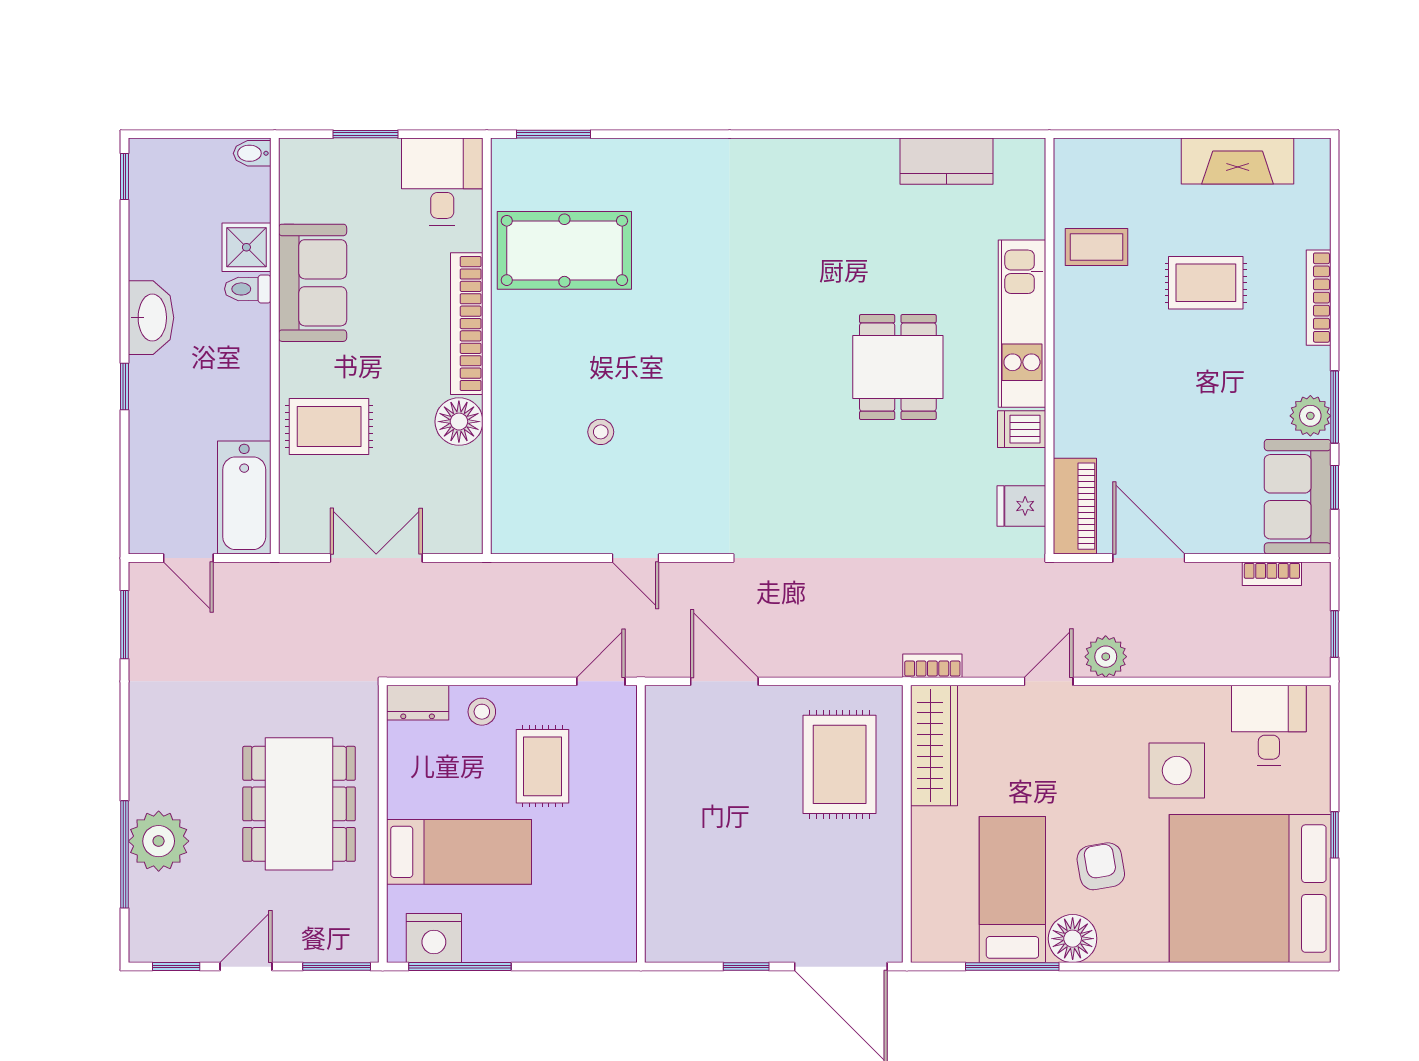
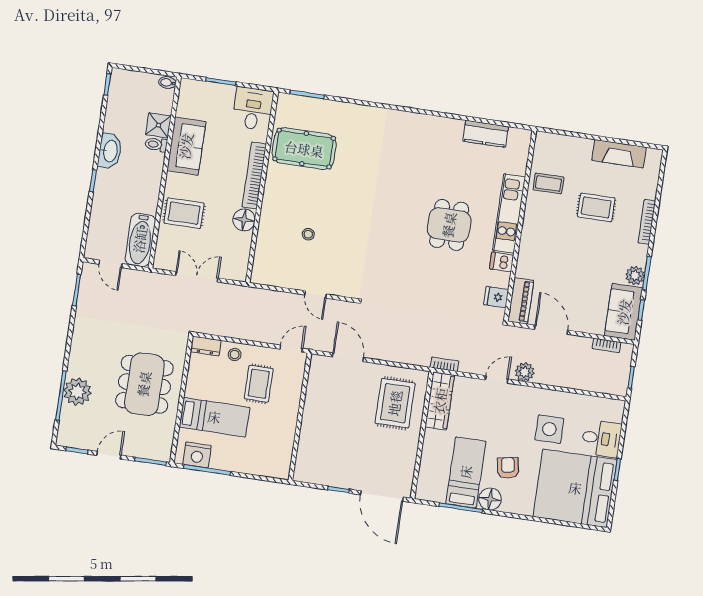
desk: (1269, 725) -> (601, 438), moved, turned 90

